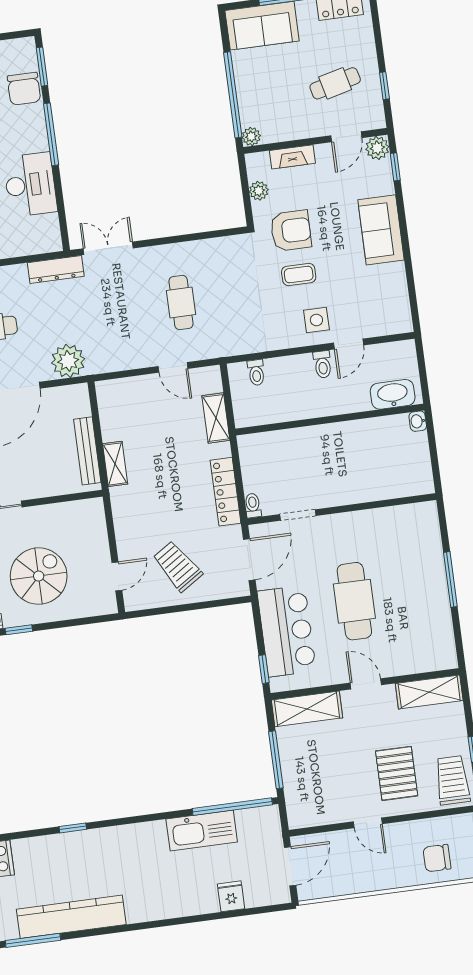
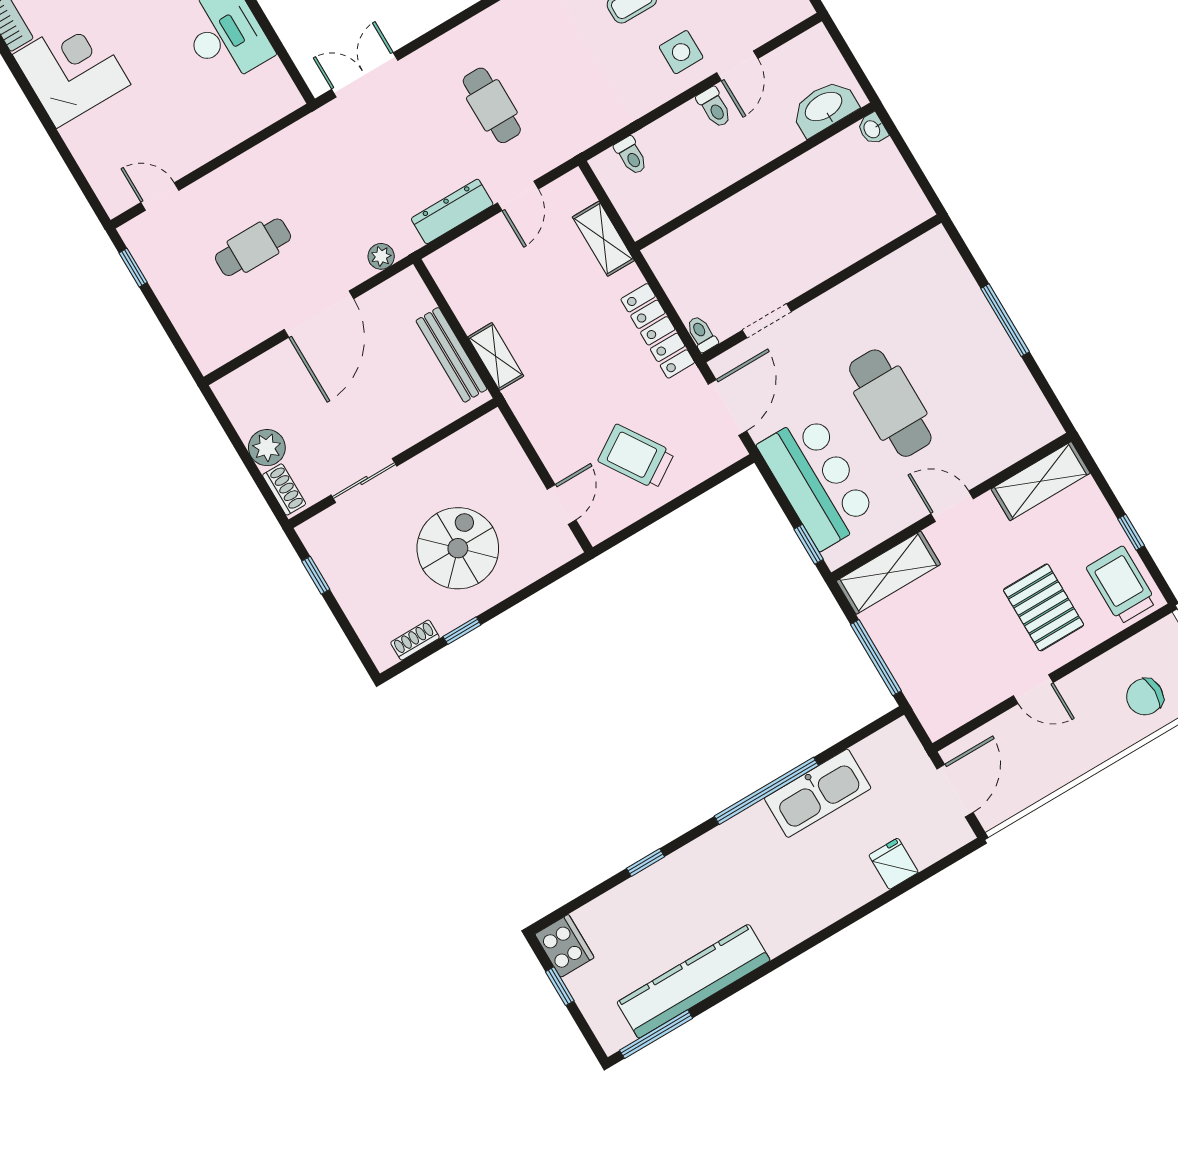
dresser: (56, 270) -> (452, 211), moved, turned 180
plant: (68, 361) -> (381, 256), width x0.53, depth x0.53
door: (173, 367) -> (518, 196), hinge flipped
window: (232, 807) -> (766, 791), moved

